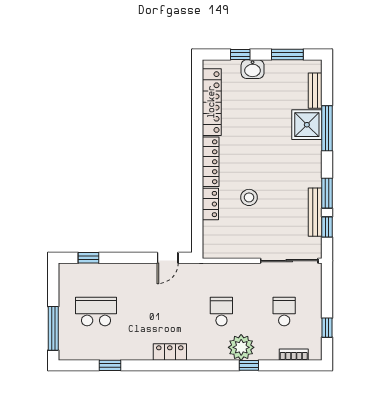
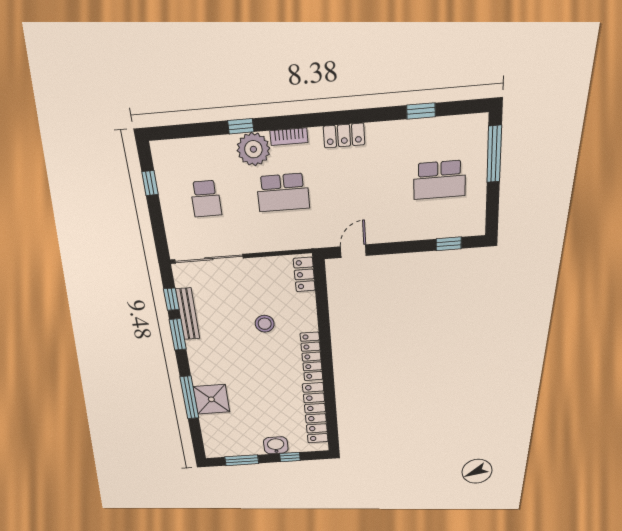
bench: (315, 91) -> (208, 431), removed
locker: (210, 204) -> (304, 274), moved
school desk: (221, 312) -> (283, 192), width x1.85
bookcase: (294, 355) -> (289, 137), moved

